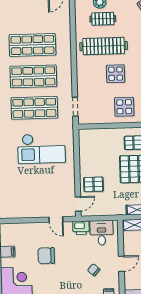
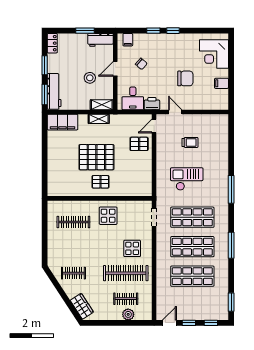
display table: (116, 74) -> (132, 248), moved
checkout: (41, 148) -> (187, 179), width x0.73, depth x0.83
trolley: (39, 188) -> (190, 142), added

